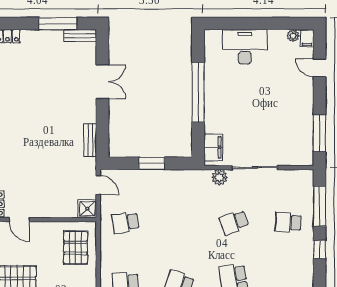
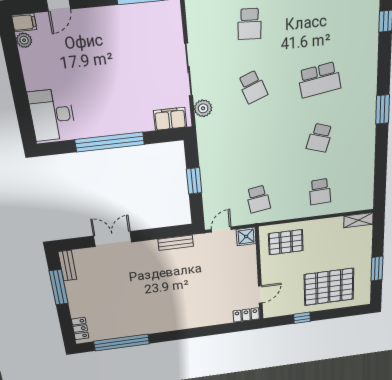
desk: (245, 47) -> (52, 115), moved

